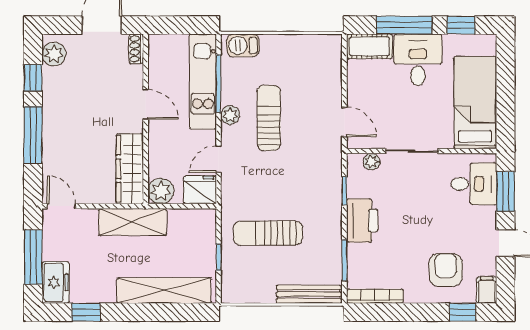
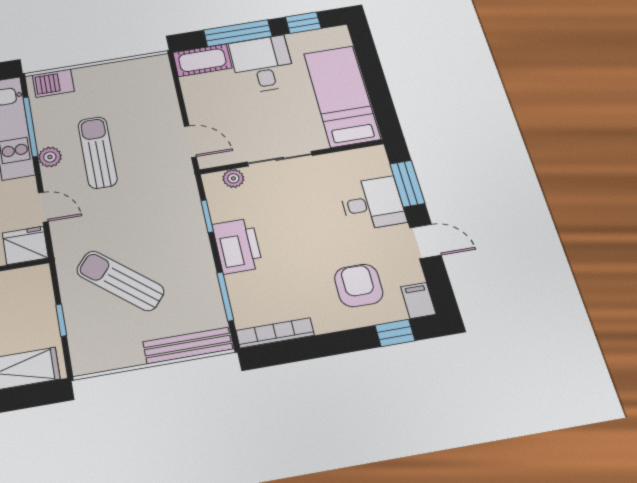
door: (219, 159) -> (43, 207), swing flipped
desk: (474, 184) -> (372, 203), moved
sun lounger: (268, 233) -> (120, 281), turned 40

